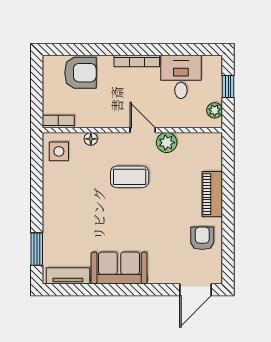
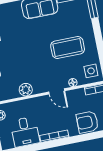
door: (143, 130) -> (57, 91), moved
coffee table: (130, 177) -> (68, 47), moved, width x1.36, depth x1.32

